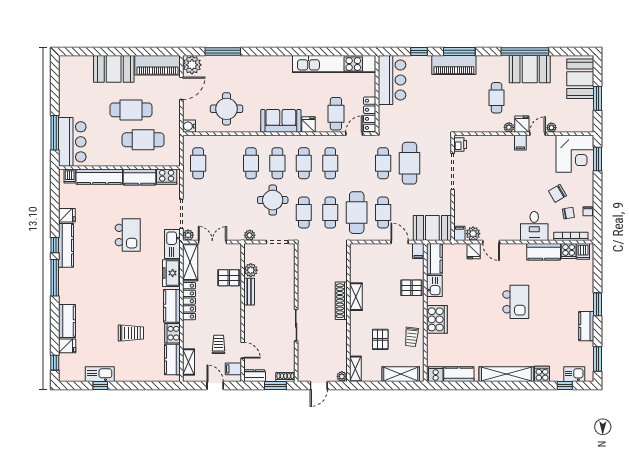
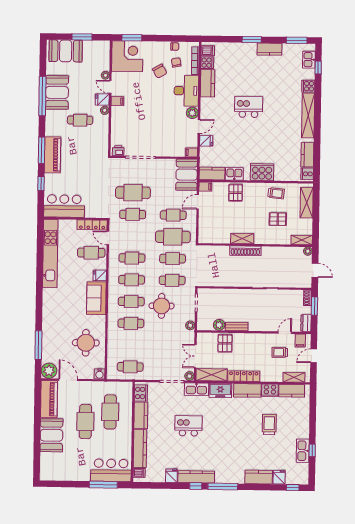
desk: (534, 226) -> (186, 91), width x1.37
plant: (473, 234) -> (192, 113), moved

